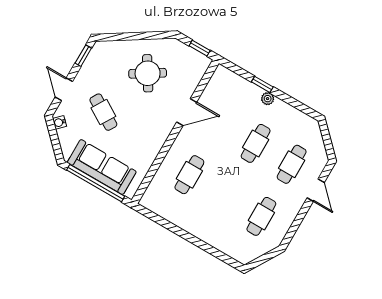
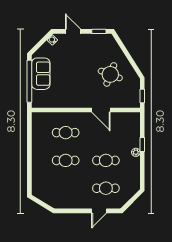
round table: (148, 73) -> (110, 74), turned -37
door: (64, 89) -> (73, 31), hinge flipped
cafe table: (103, 112) -> (73, 62), removed
sofa: (102, 167) -> (41, 74), width x0.73
cafe table: (261, 216) -> (66, 160), moved

